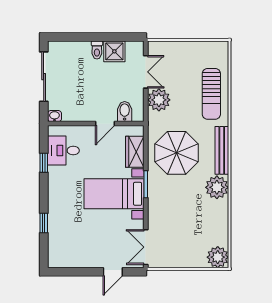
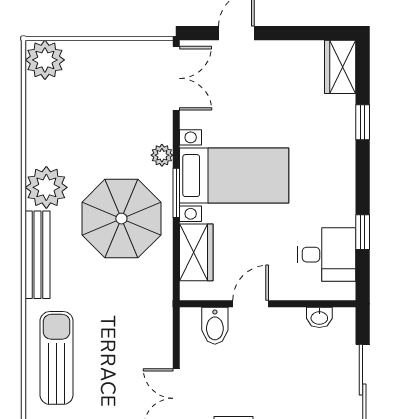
plant: (159, 100) -> (162, 155), moved, width x0.53, depth x0.53
washbasin: (54, 116) -> (319, 317), moved
parasol: (177, 153) -> (121, 219), moved
wardrobe: (56, 253) -> (340, 67), added

